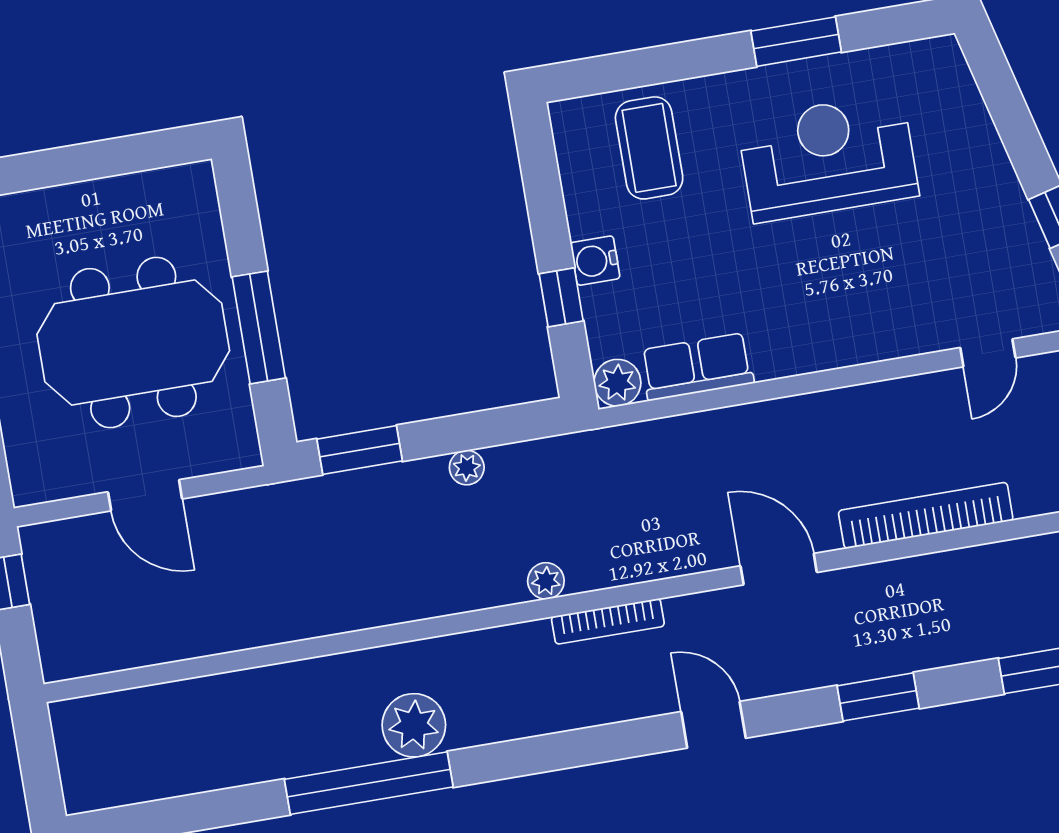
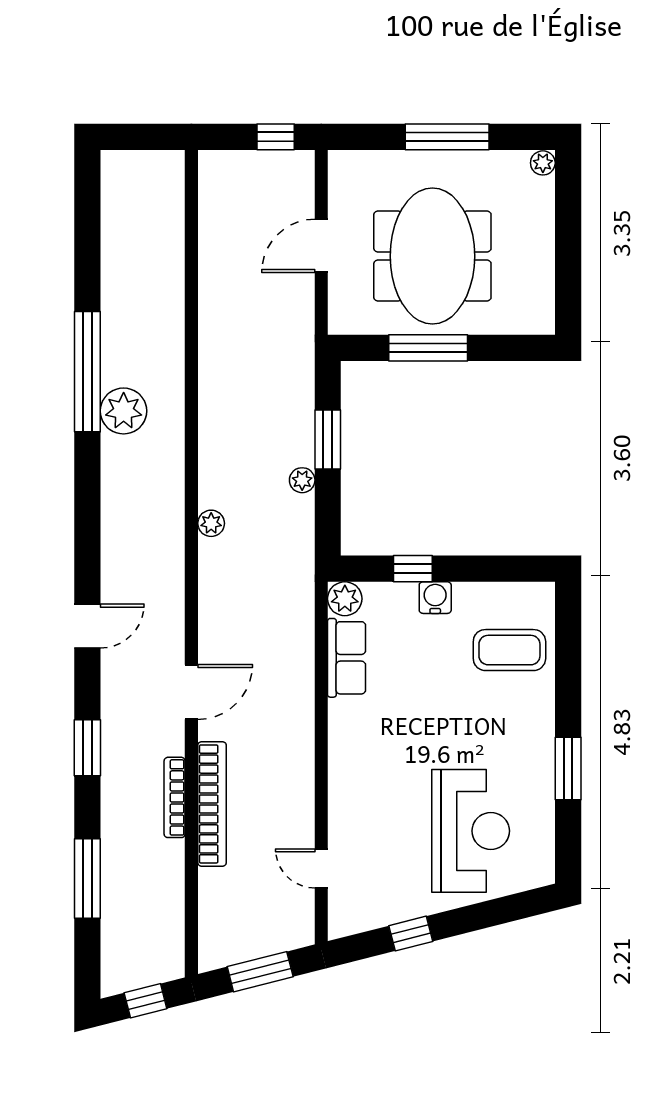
reception desk: (828, 158) -> (471, 831), moved
window: (360, 450) -> (328, 439), moved
bookcase: (608, 621) -> (175, 797), moved

